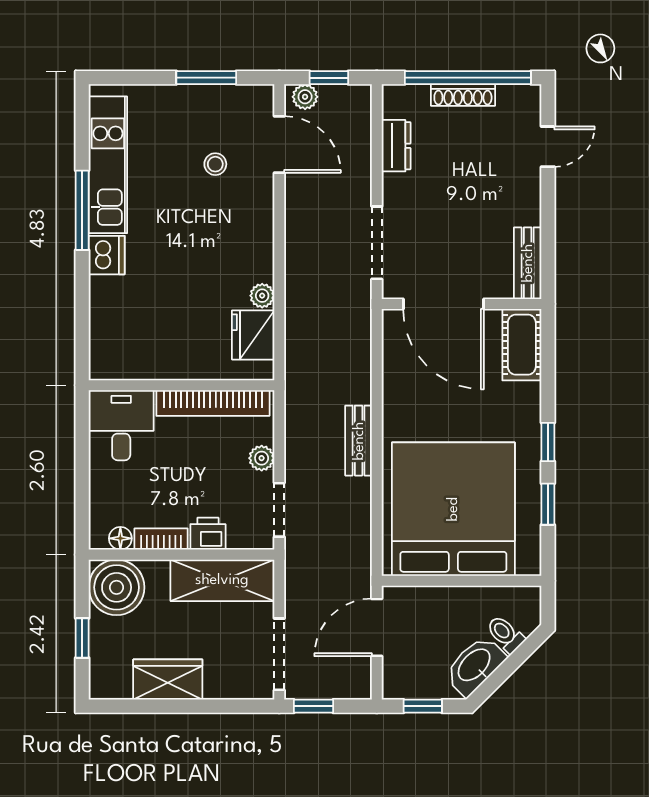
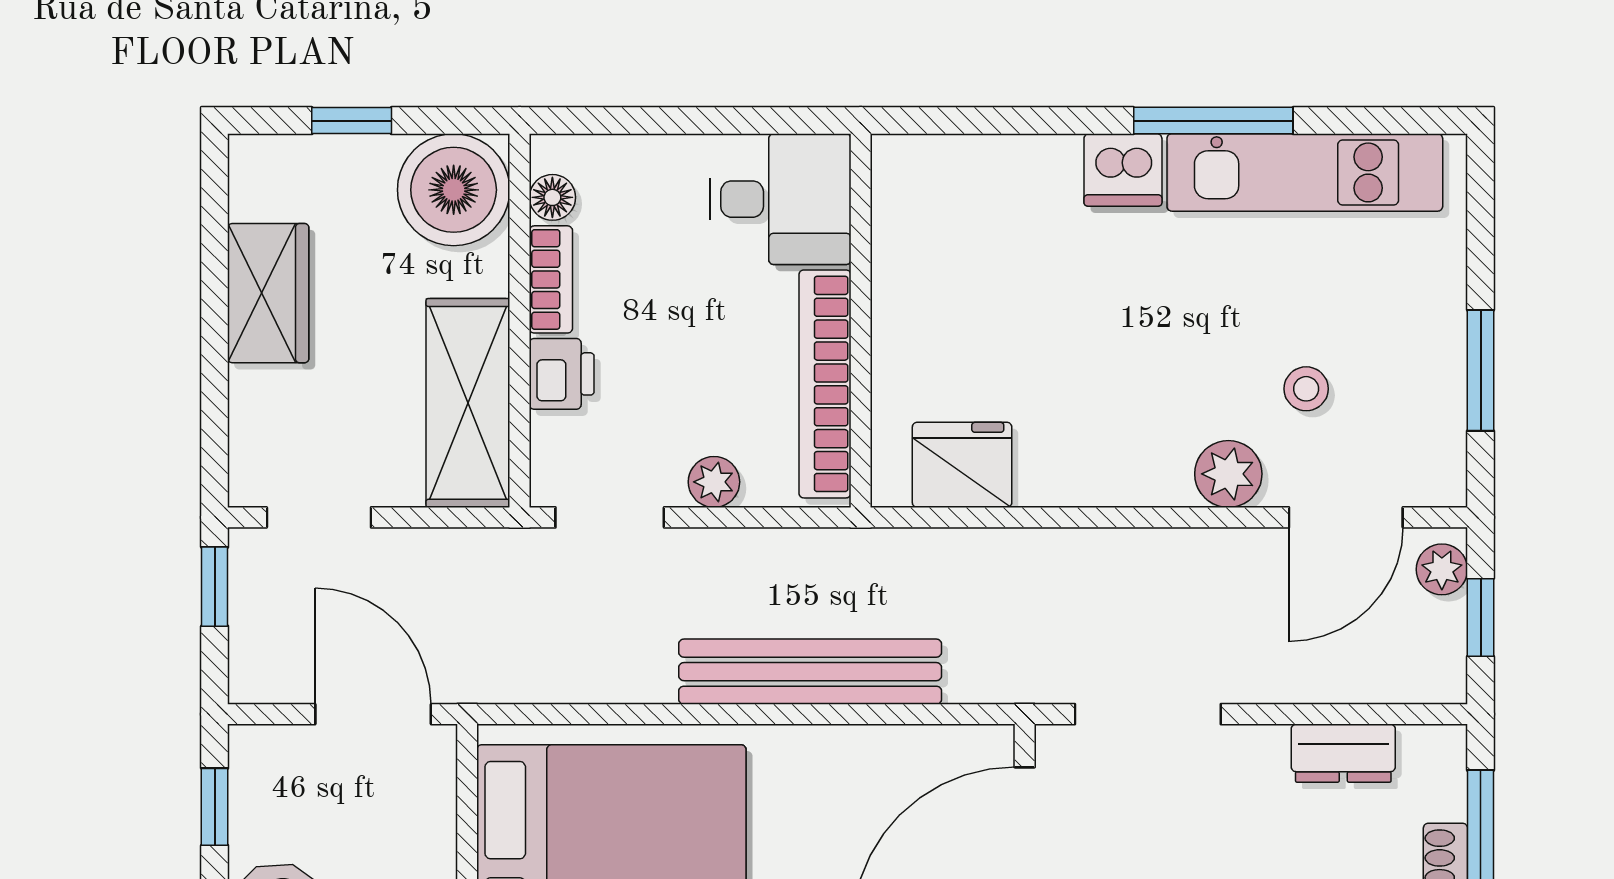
plant: (262, 296) -> (1228, 474), moved, width x1.38, depth x1.38
bench: (359, 441) -> (810, 672), width x1.86, depth x1.21
doorway: (279, 654) -> (319, 517), width x0.73

